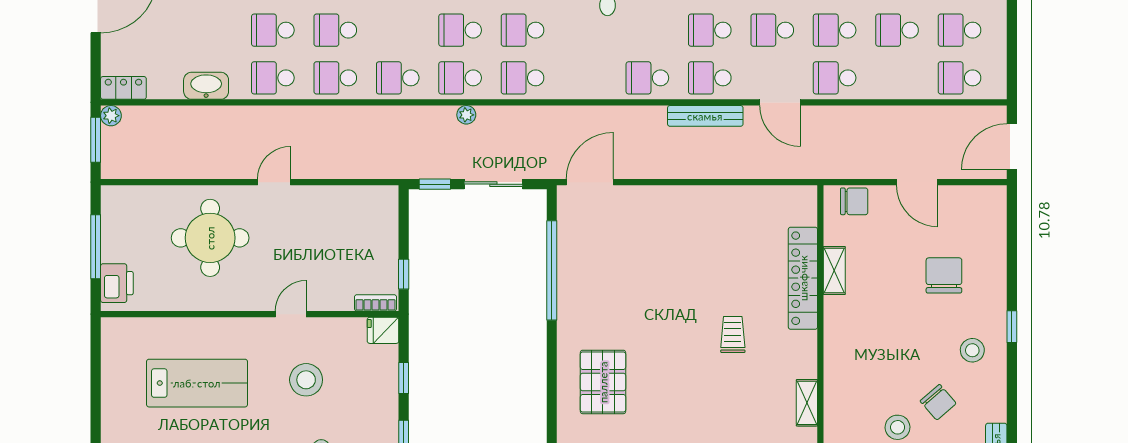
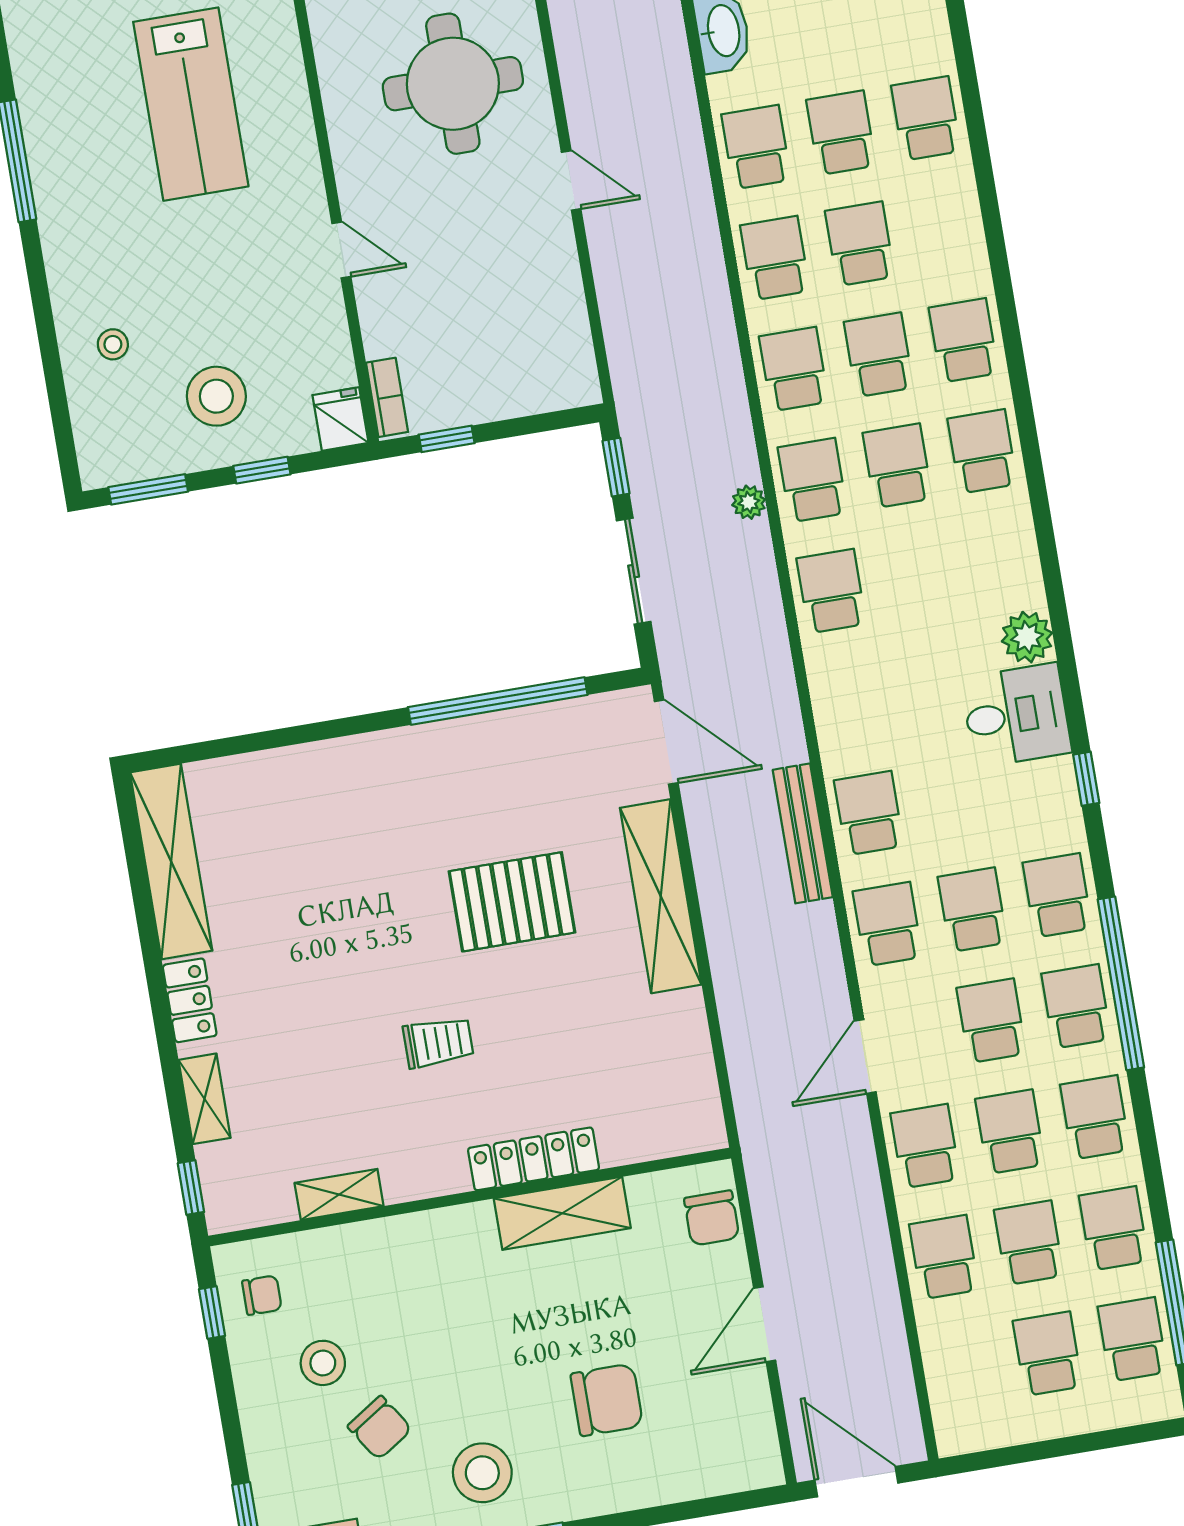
school desk: (523, 30) -> (879, 355), moved
school desk: (959, 78) -> (944, 1257), moved
bench: (705, 116) -> (803, 833), moved
shelving: (674, 199) -> (661, 896), added
shelving: (834, 271) -> (562, 1213), width x1.50, depth x1.33
locker: (803, 278) -> (534, 1159), width x0.71, depth x0.83
stool: (972, 350) -> (482, 1473), width x1.38, depth x1.38
stool: (306, 380) -> (216, 396), moved
pallet: (603, 382) -> (512, 902), moved
chair: (938, 402) -> (380, 1428), turned -82

